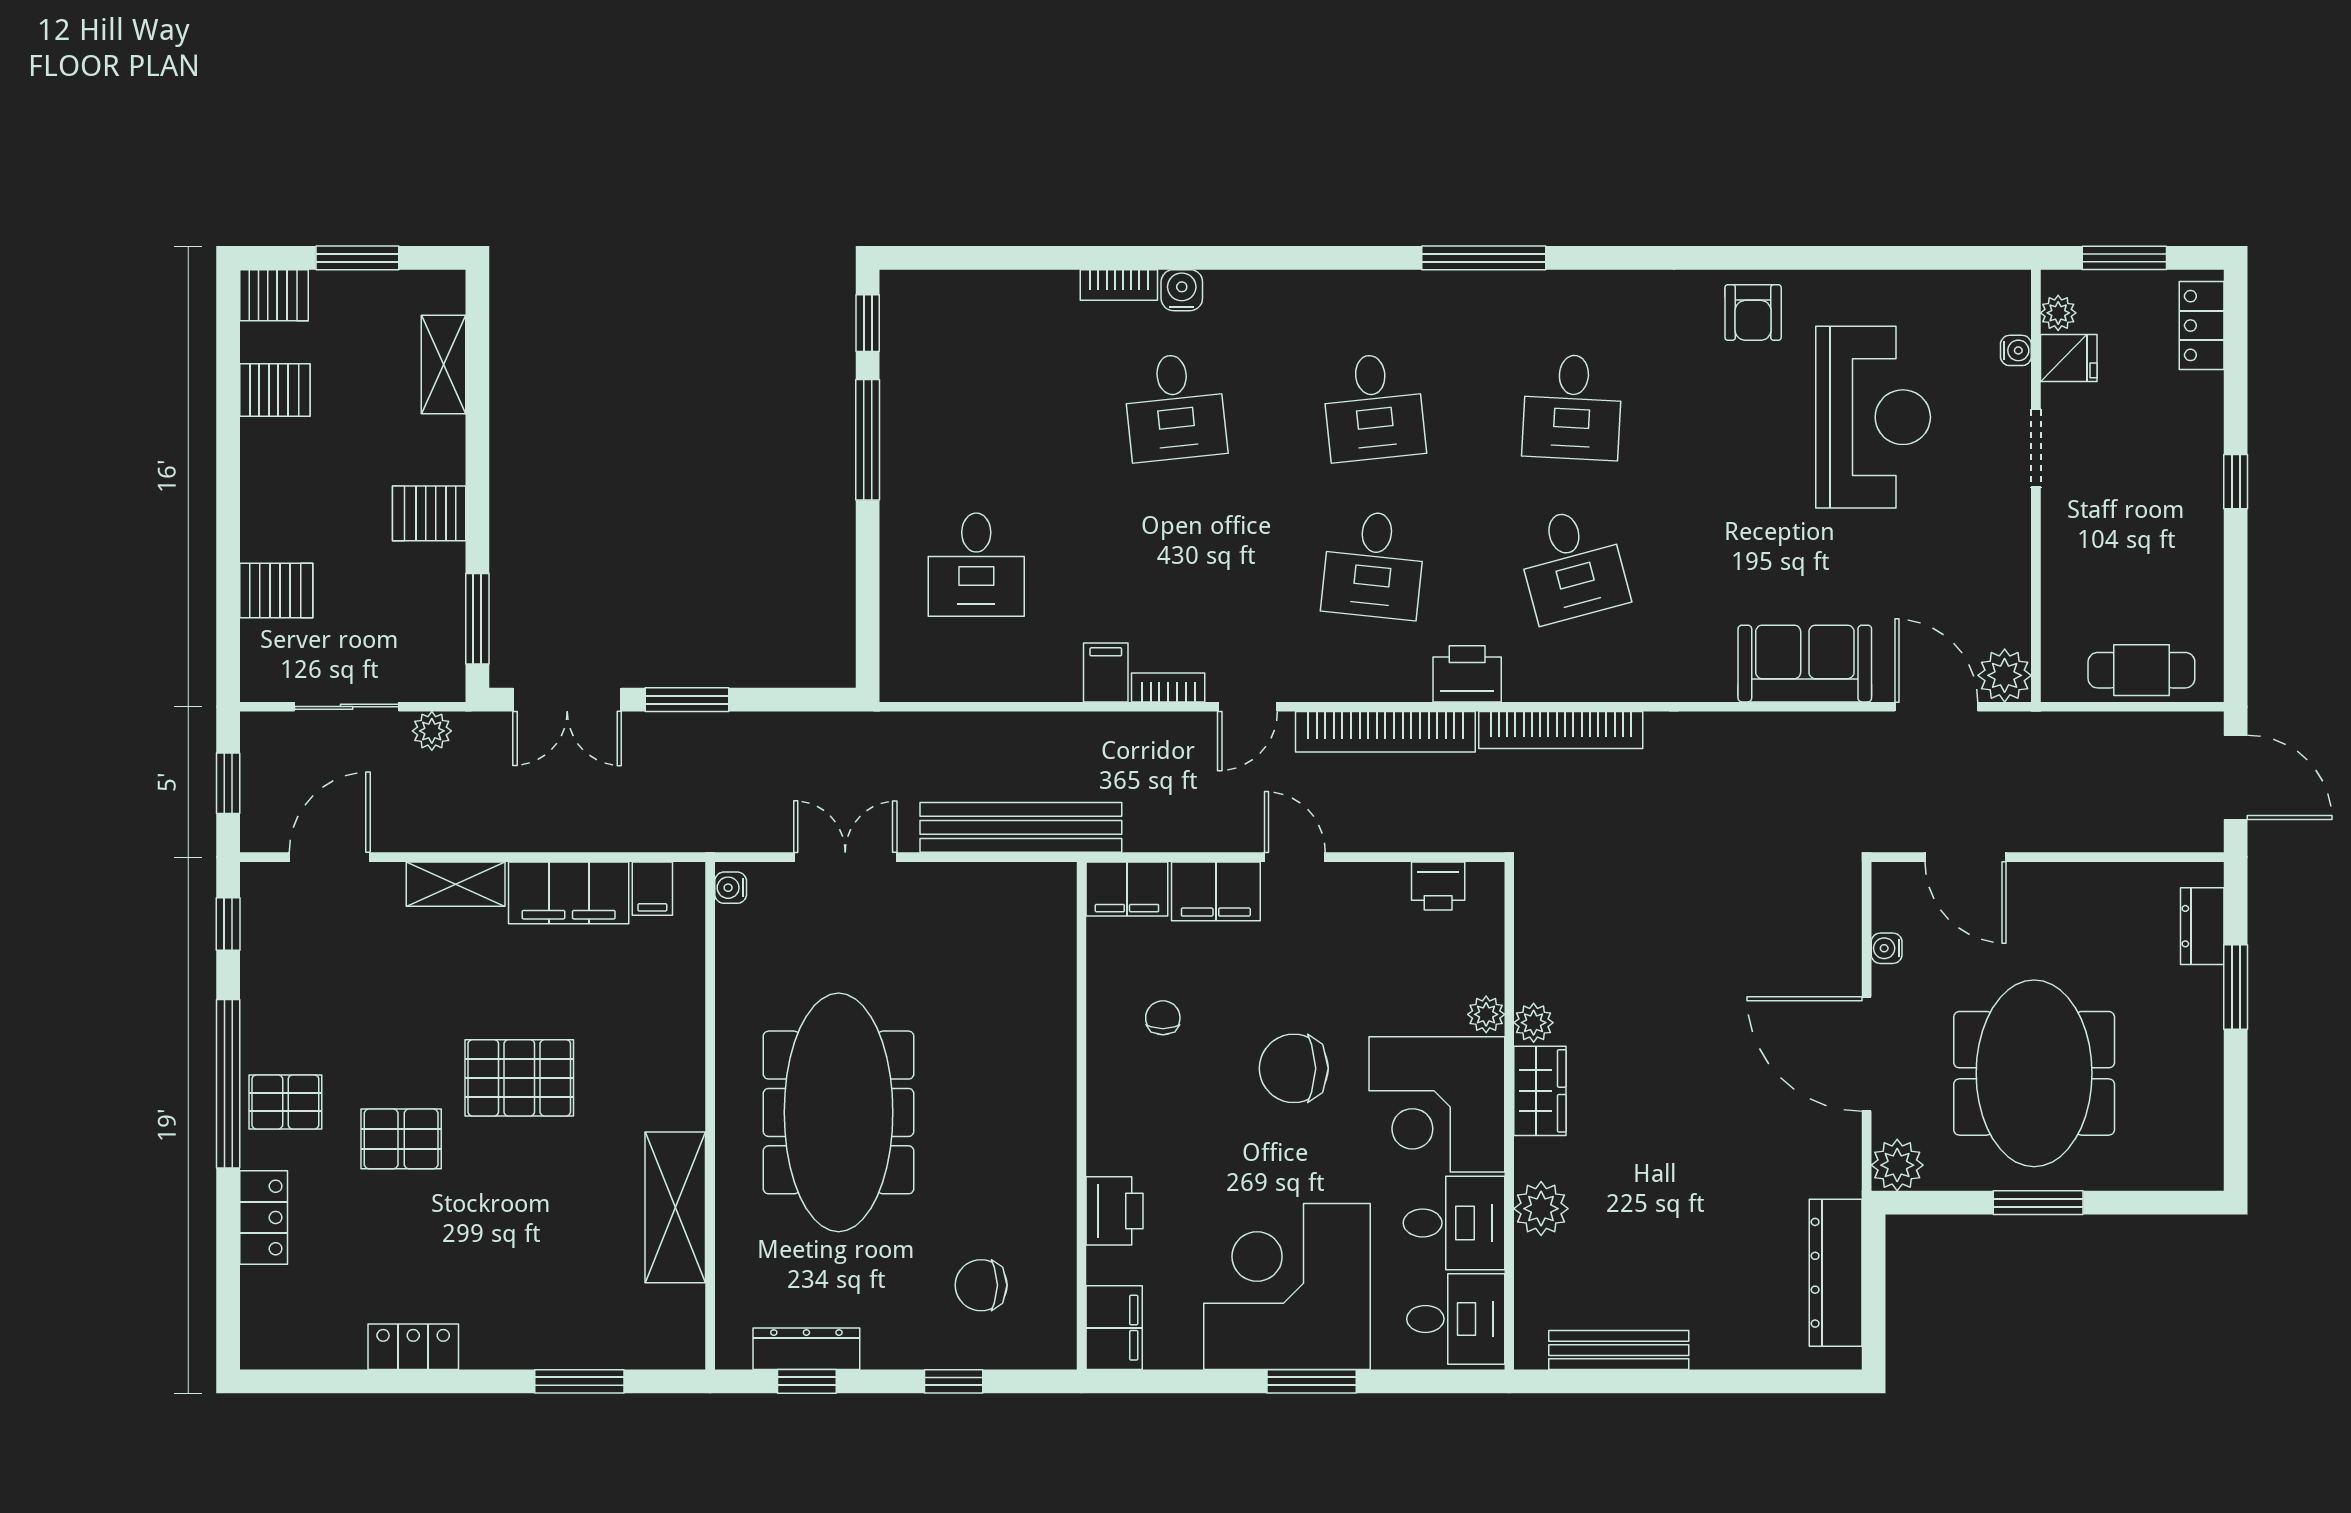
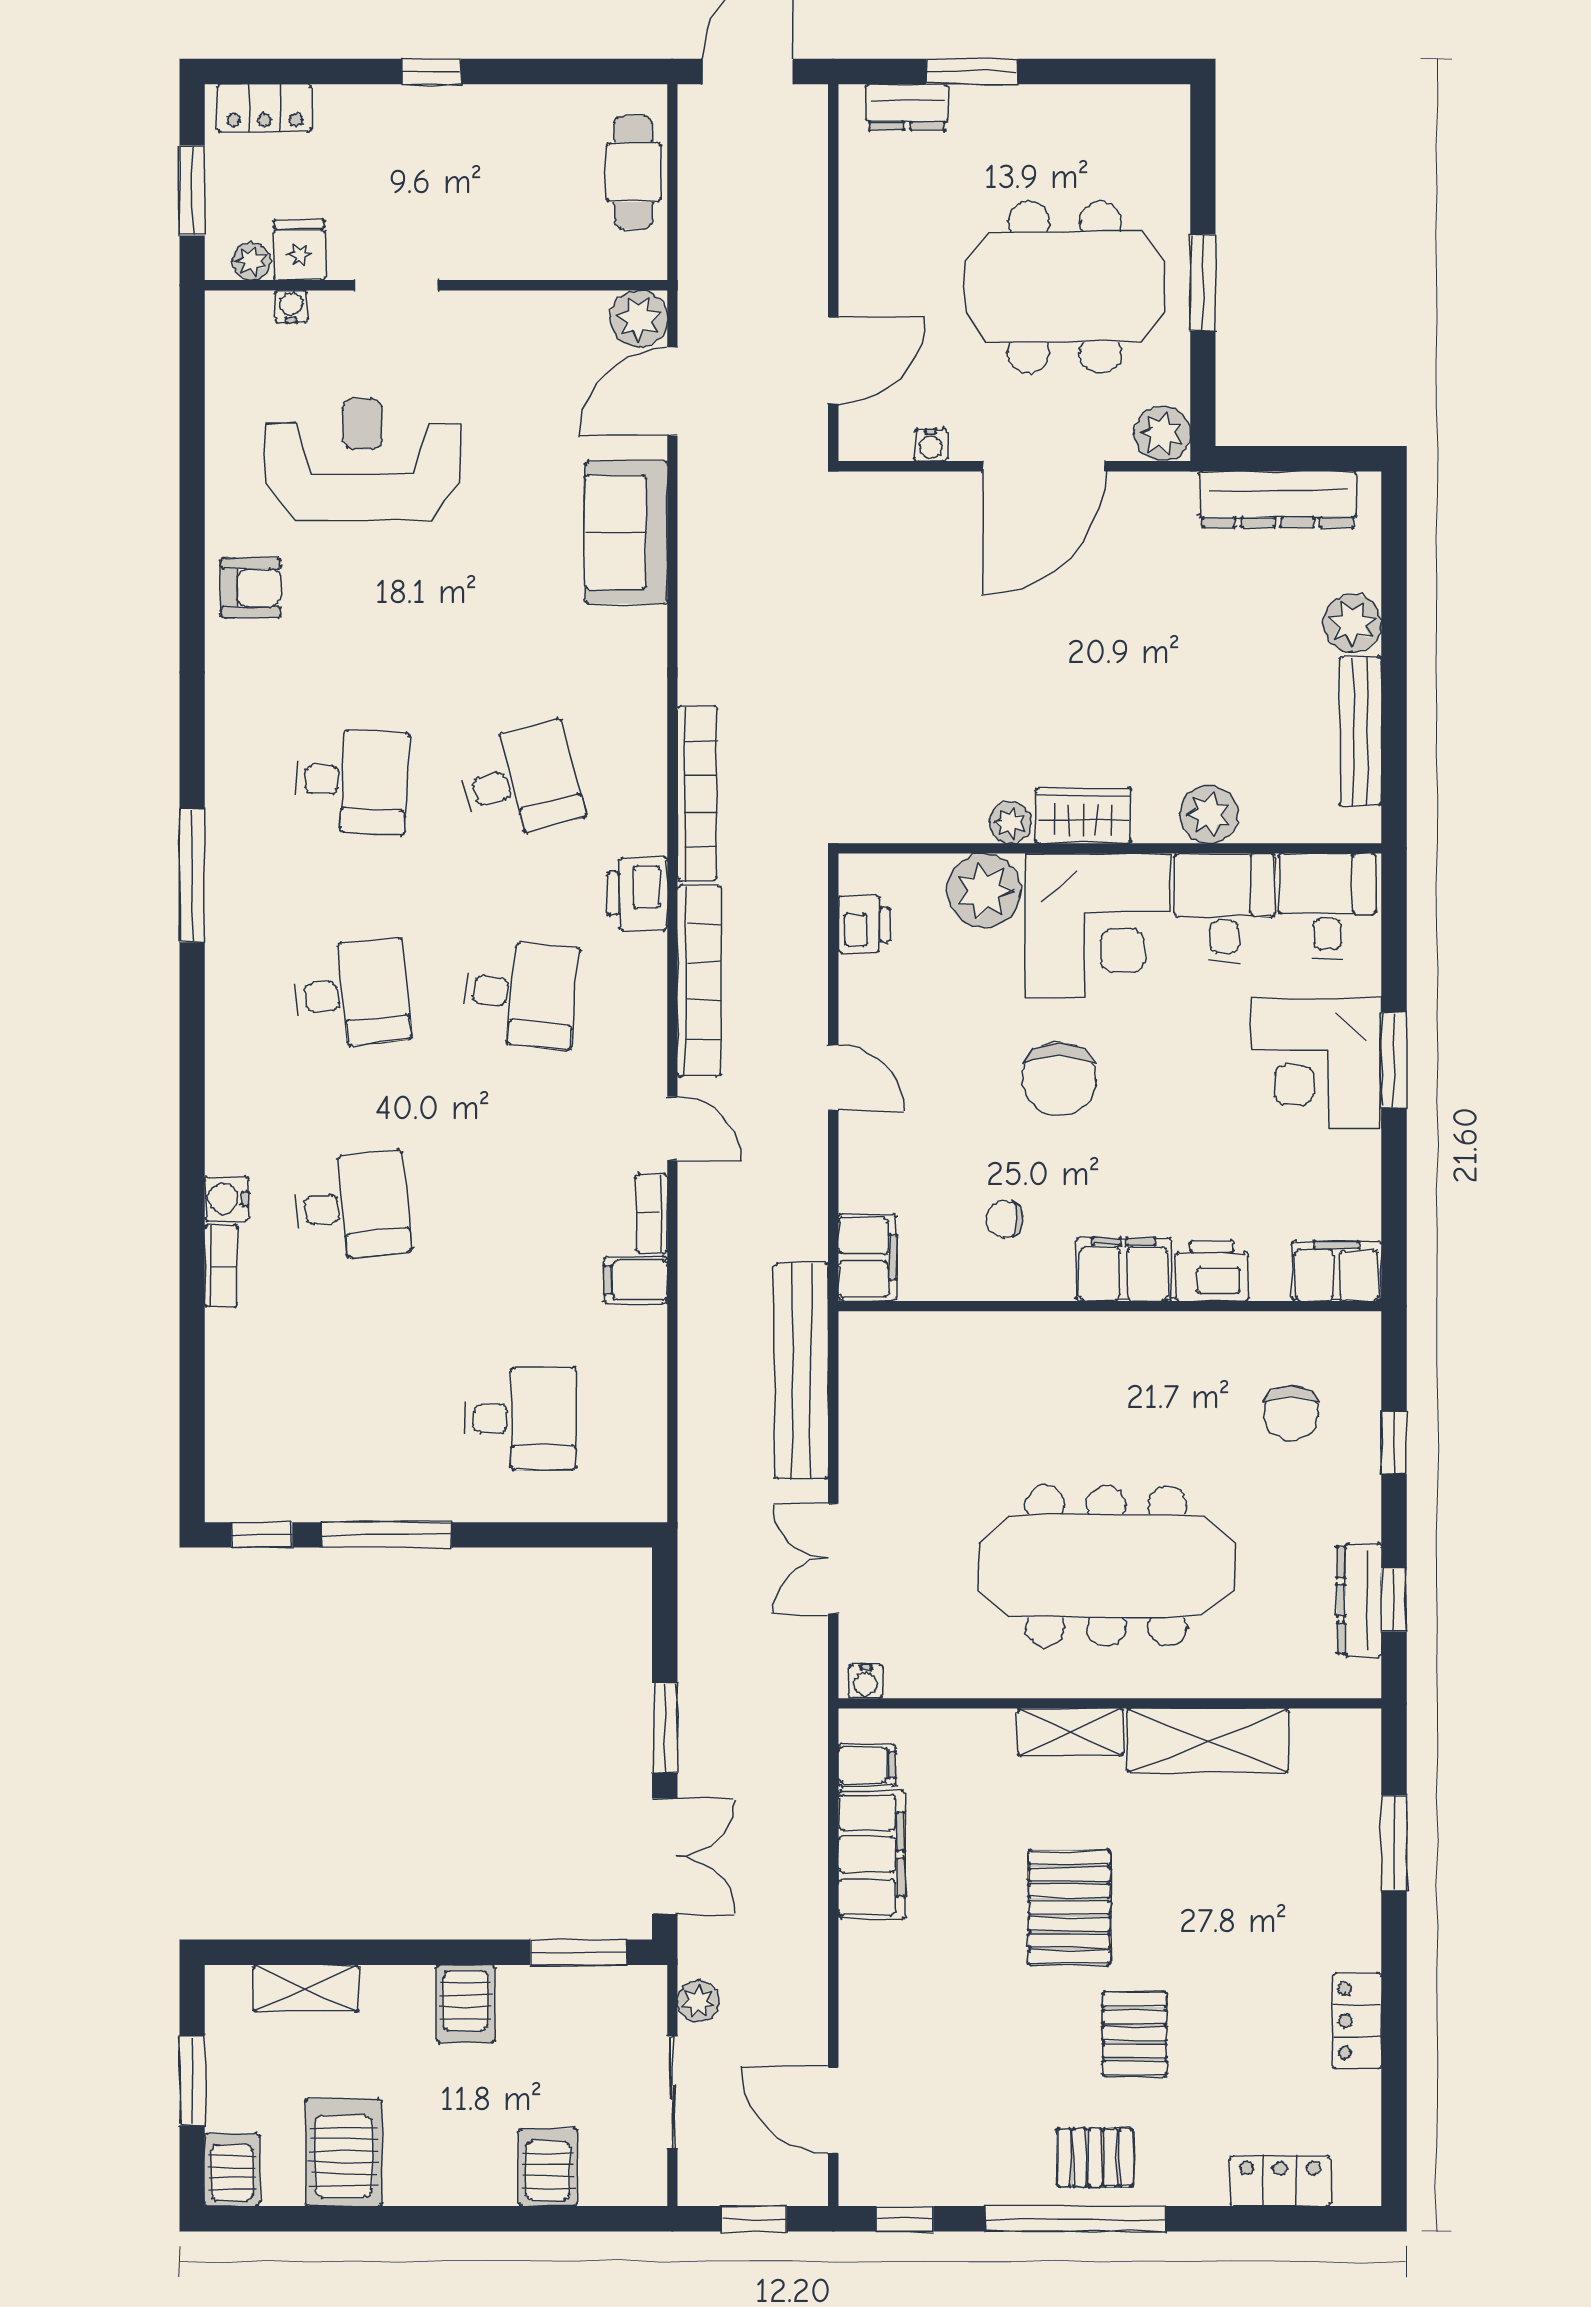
server rack: (275, 390) -> (344, 2152), width x1.36, depth x1.44
door: (1295, 857) -> (833, 1078), swing flipped
shelving: (456, 884) -> (1070, 1732), moved, turned 90
filing cabinet: (1216, 891) -> (1124, 1269), moved, turned -90
plant: (1486, 1014) -> (984, 891), width x1.87, depth x1.87
pallet: (285, 1102) -> (1095, 2158), turned 90
locker: (264, 1217) -> (1280, 2181), moved
corner desk: (1287, 1286) -> (1316, 1063), width x0.74, depth x0.74
plant: (1720, 1342) -> (1352, 623), added

